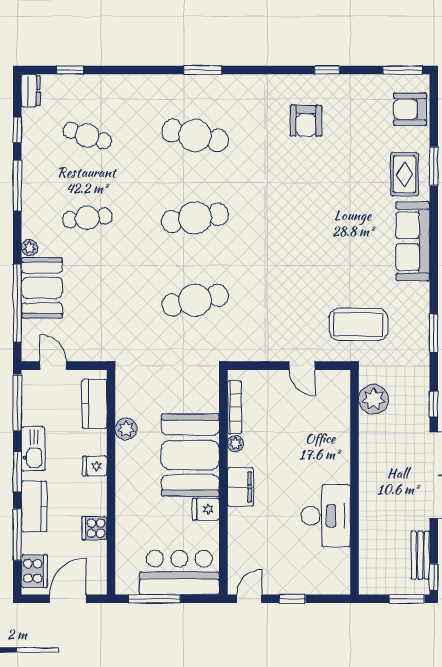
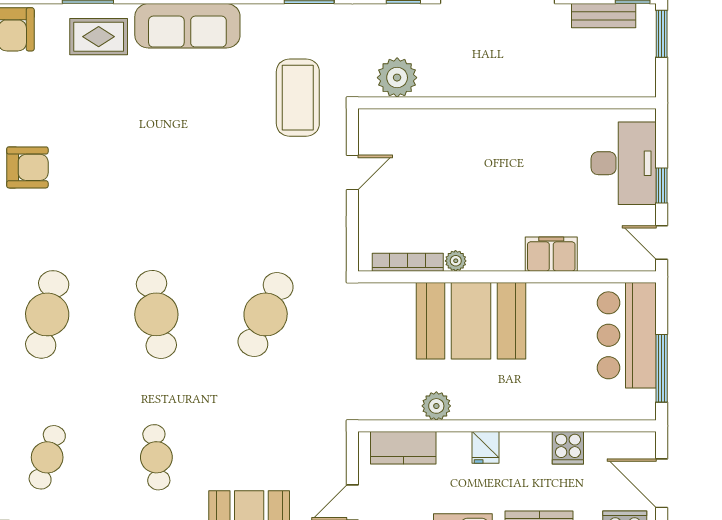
cafe table: (195, 300) -> (266, 314), turned 36
filing cabinet: (241, 487) -> (551, 254), moved
fridge: (206, 509) -> (543, 300), removed
desk: (326, 516) -> (624, 163), moved, turned 90

